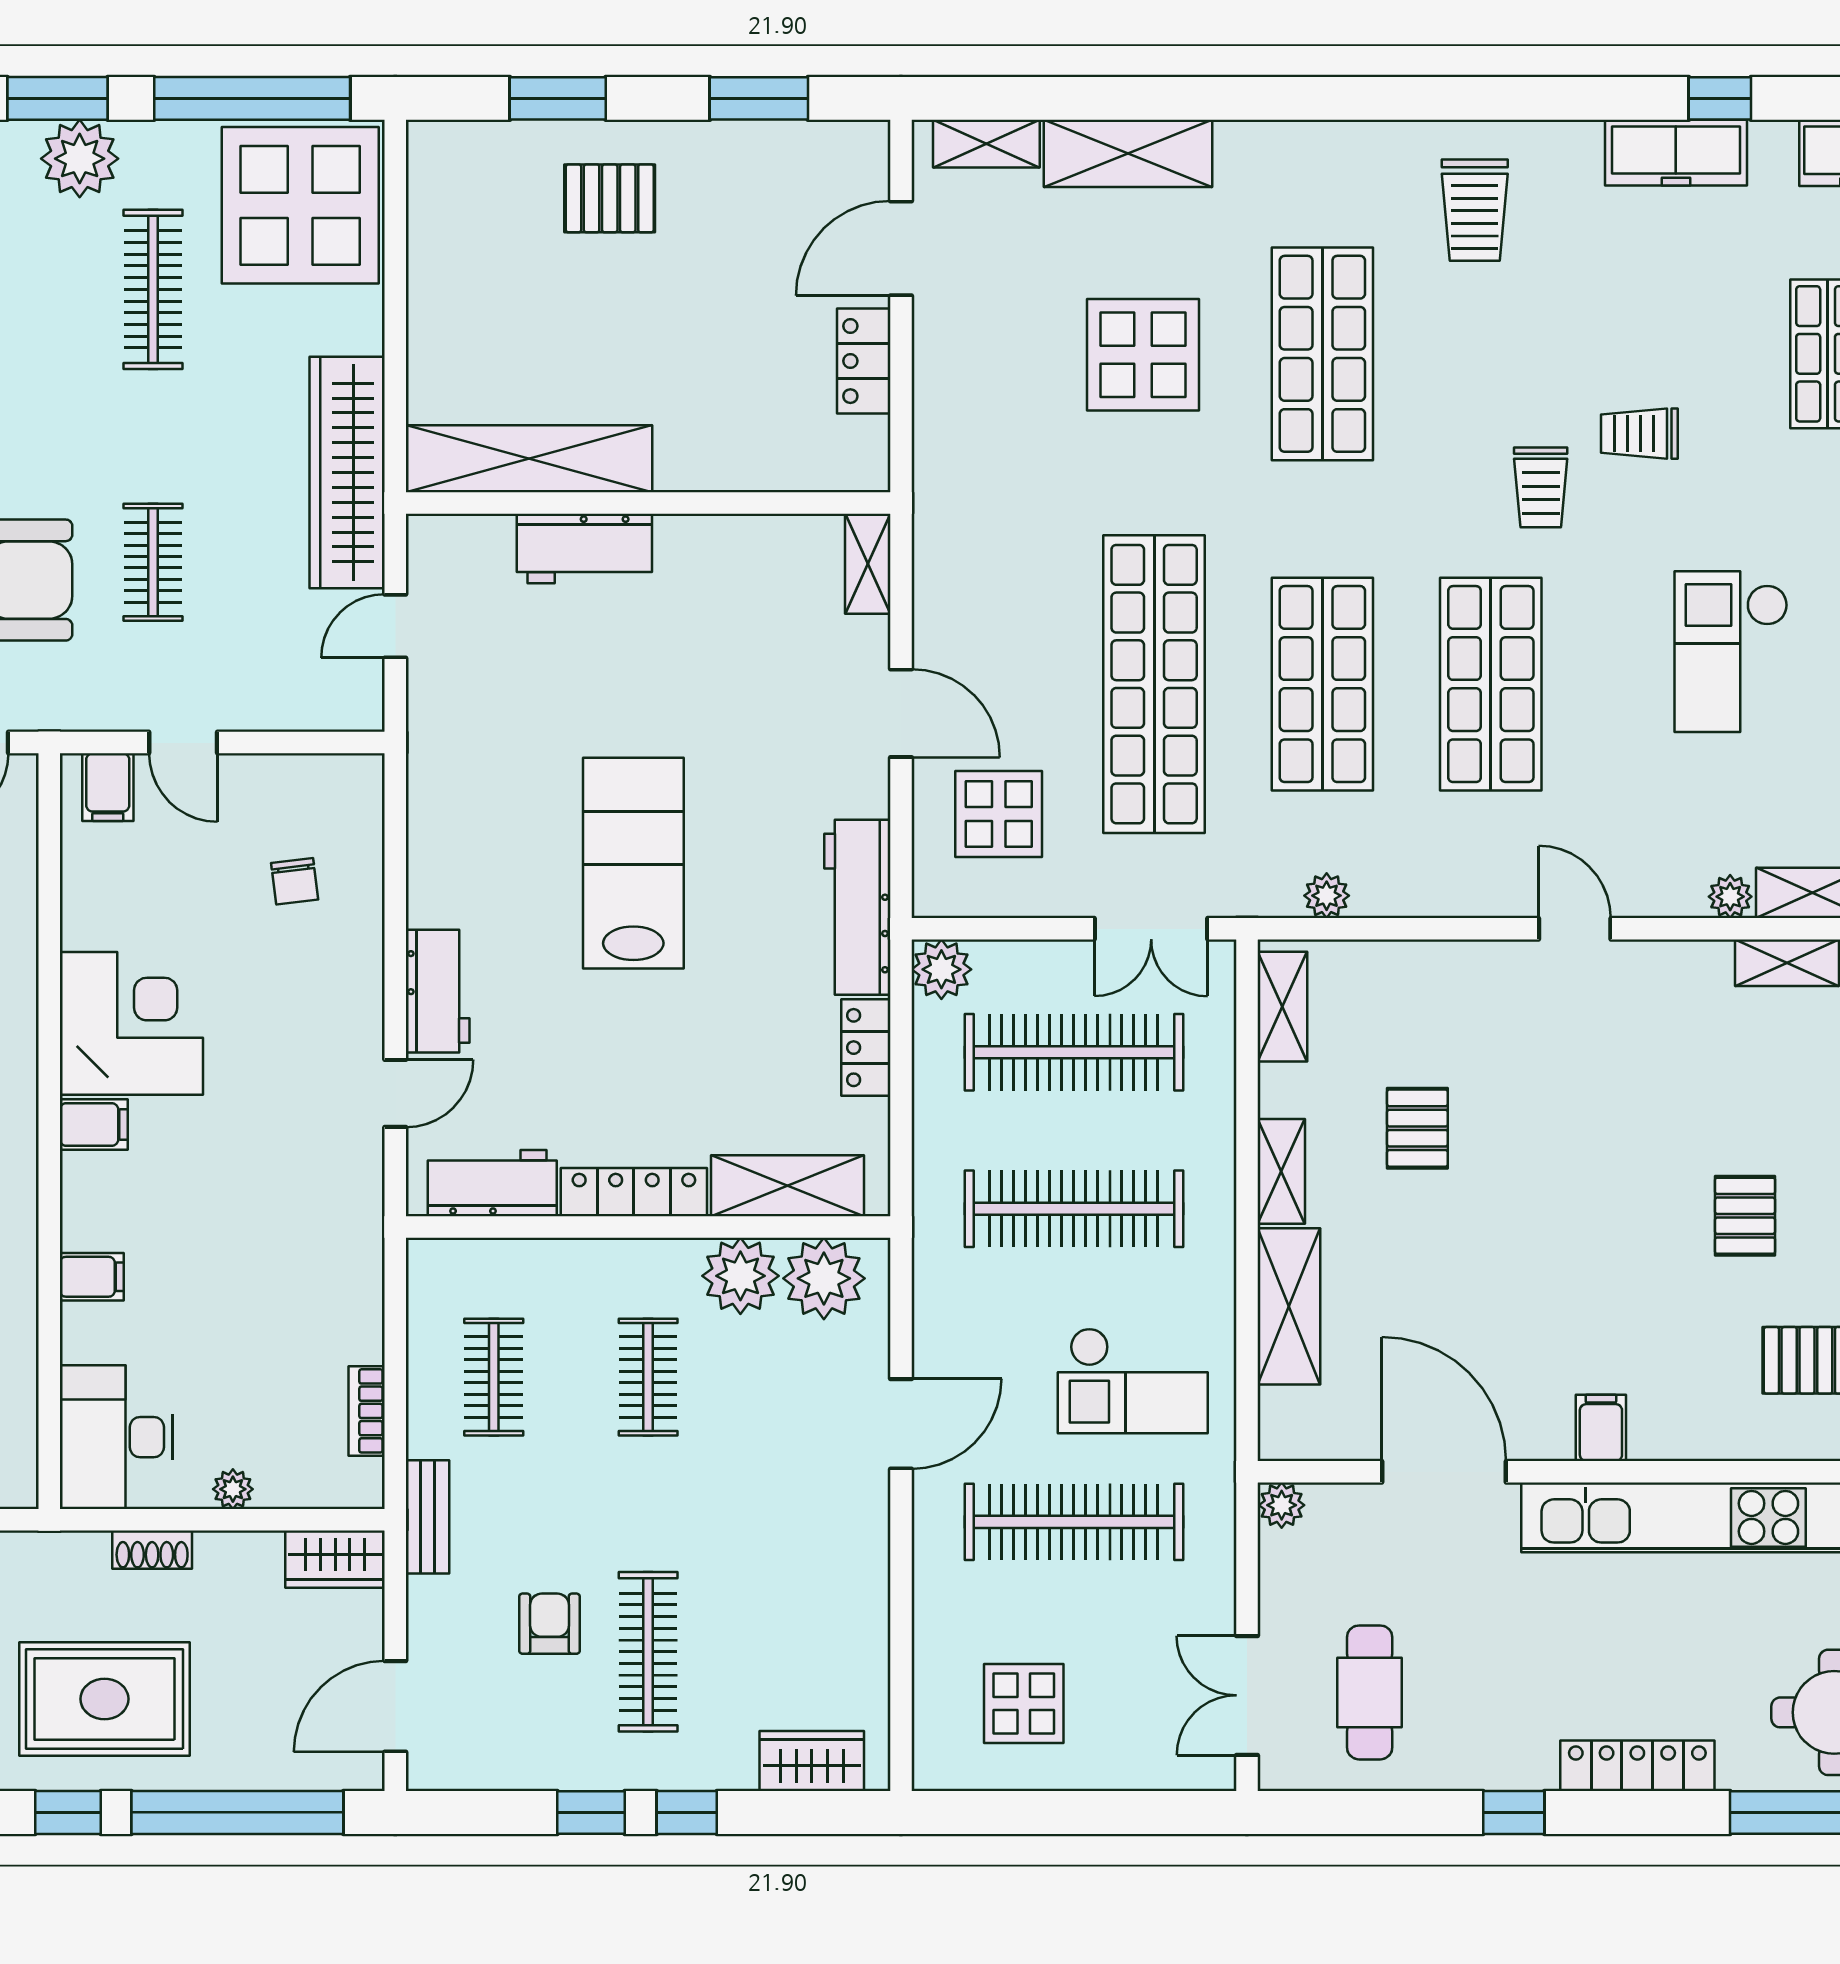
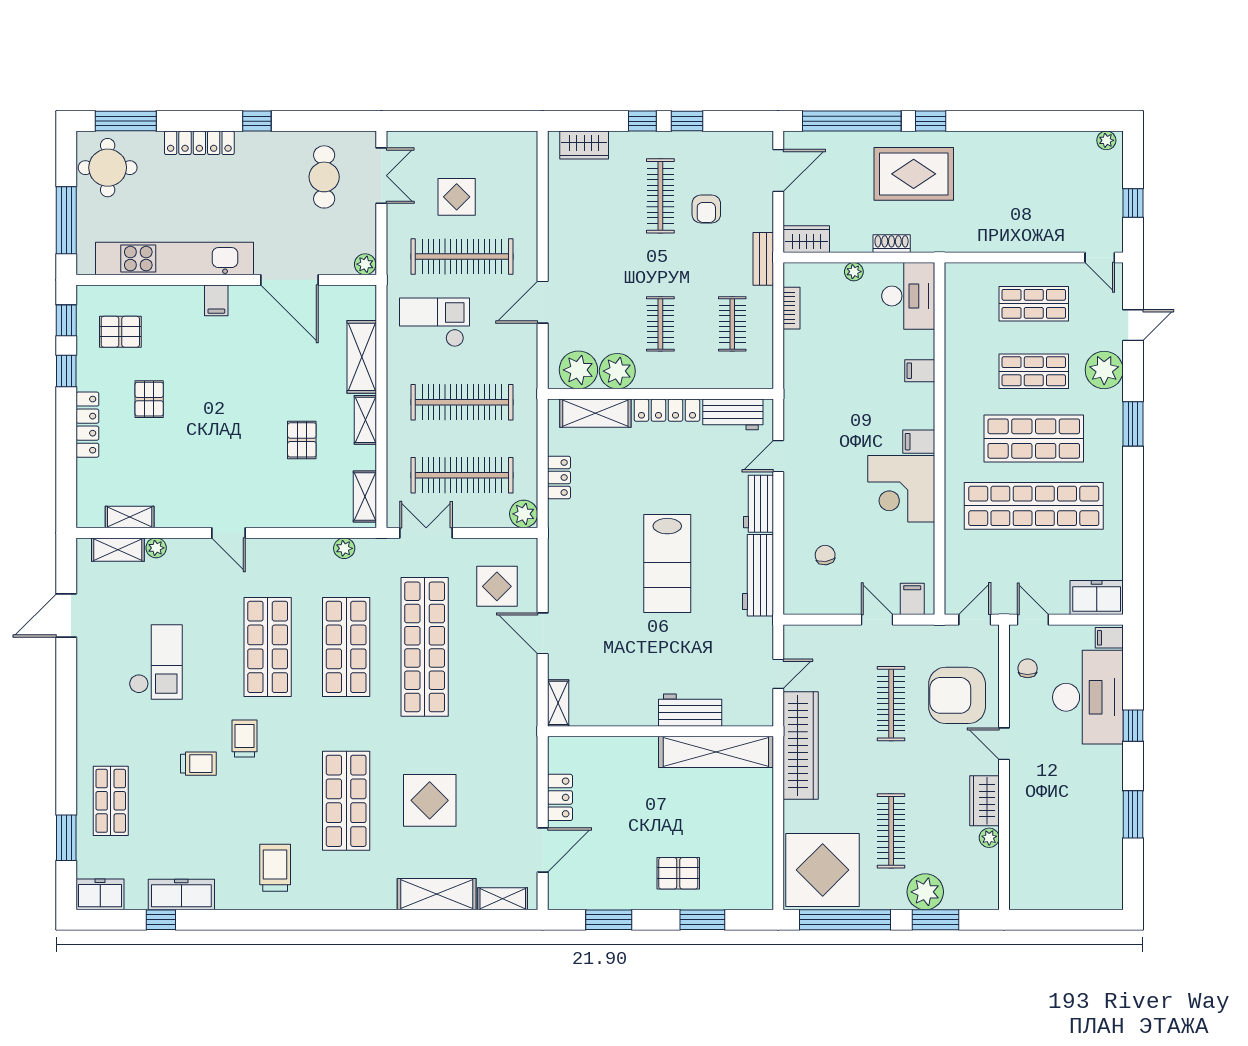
clothes rail: (153, 562) -> (891, 704), width x1.36
workbench: (857, 907) -> (758, 575), moved, turned 180
display table: (1024, 1704) -> (457, 197), moved

